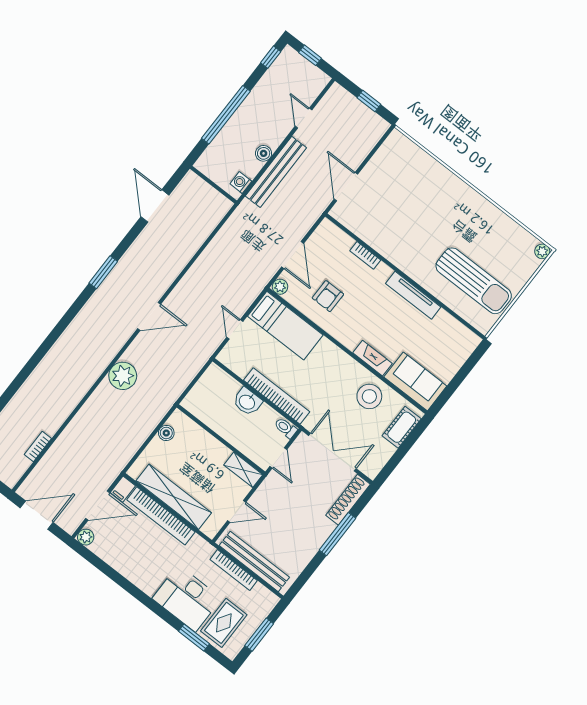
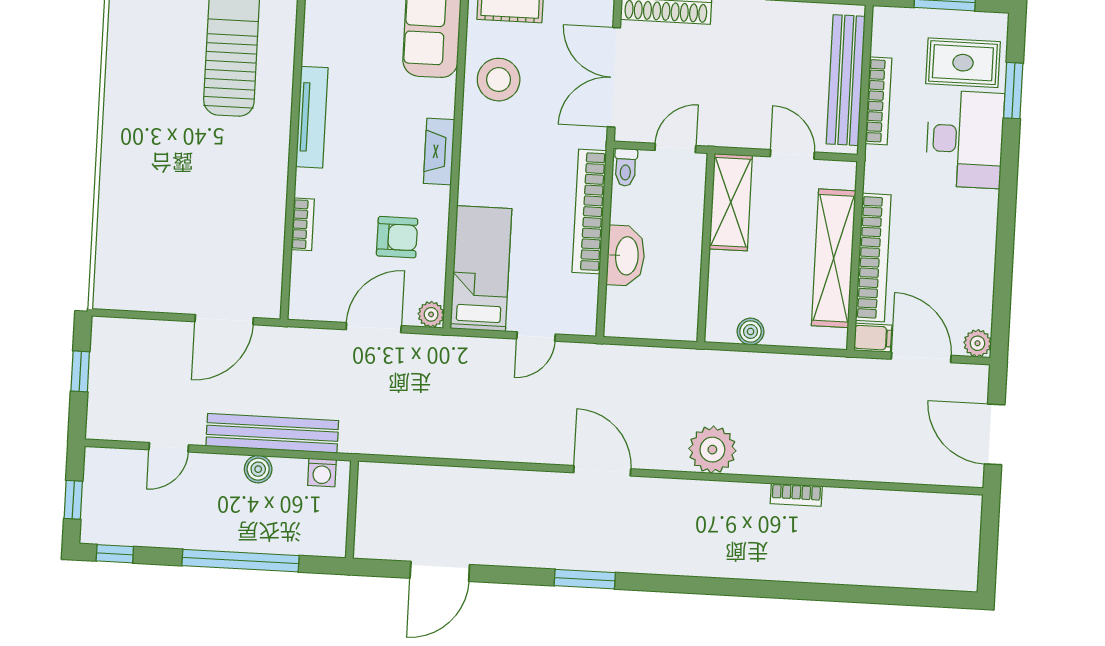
fireplace: (372, 358) -> (439, 152), moved
washbasin: (247, 402) -> (626, 256), width x1.38
bookcase: (38, 447) -> (796, 495), moved
shelving: (243, 470) -> (731, 202), width x1.50, depth x1.33

